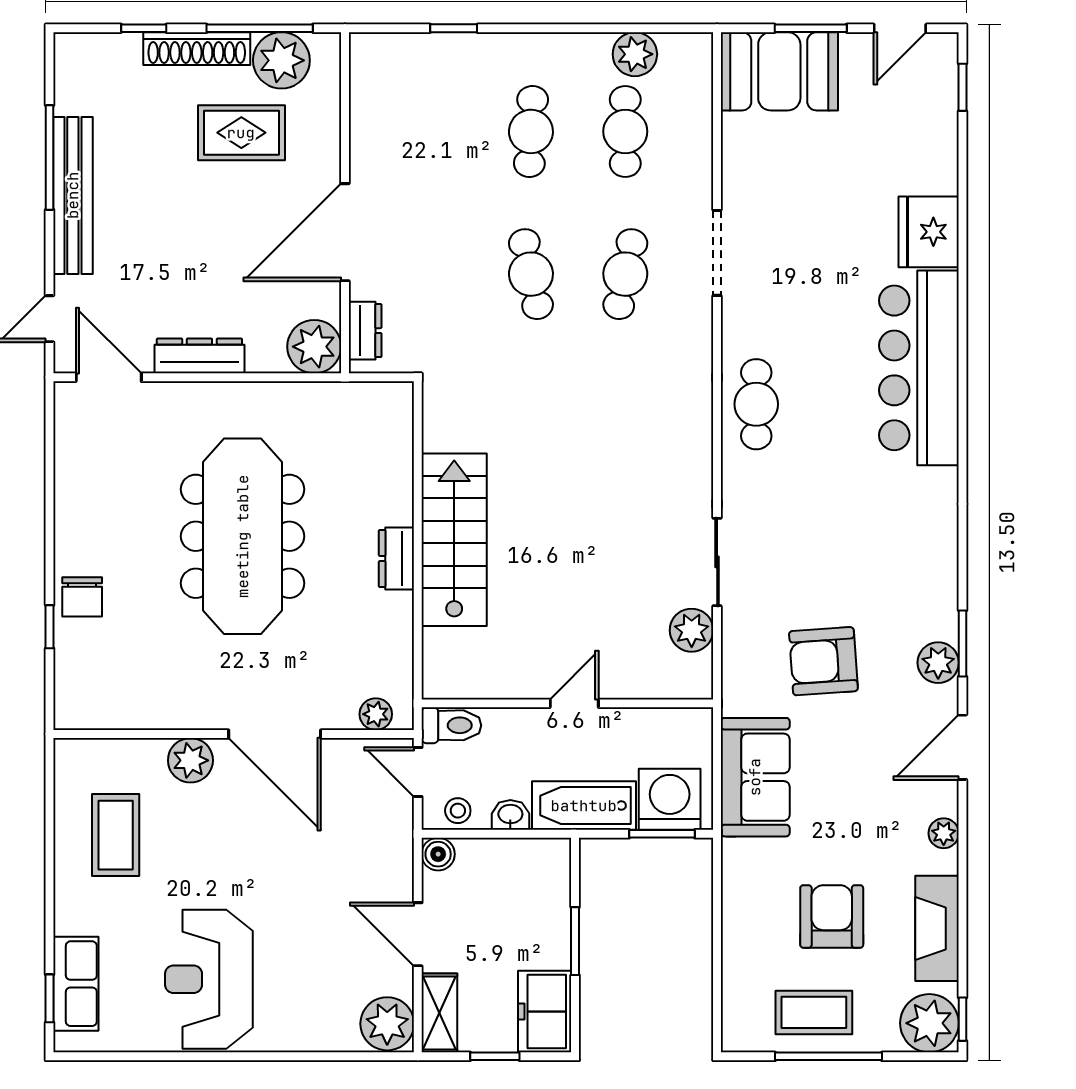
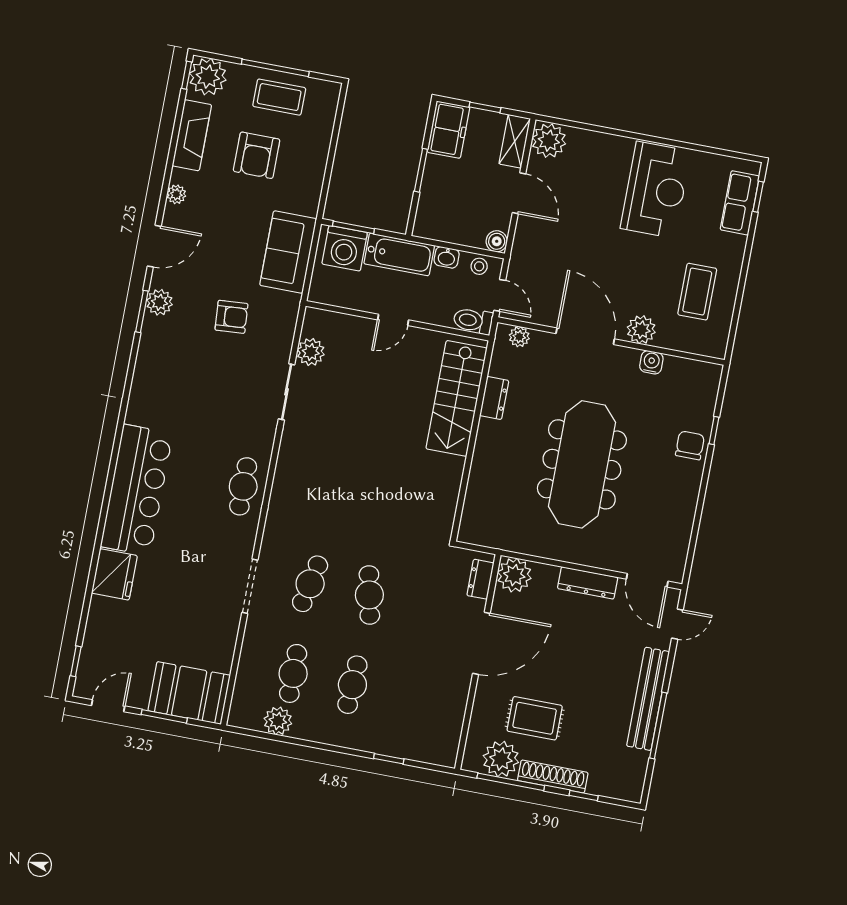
stairs: (454, 540) -> (457, 398), moved
dresser: (396, 558) -> (494, 398), moved
armchair: (823, 661) -> (231, 317), width x0.72, depth x0.72
water cooler: (165, 713) -> (651, 362), added

